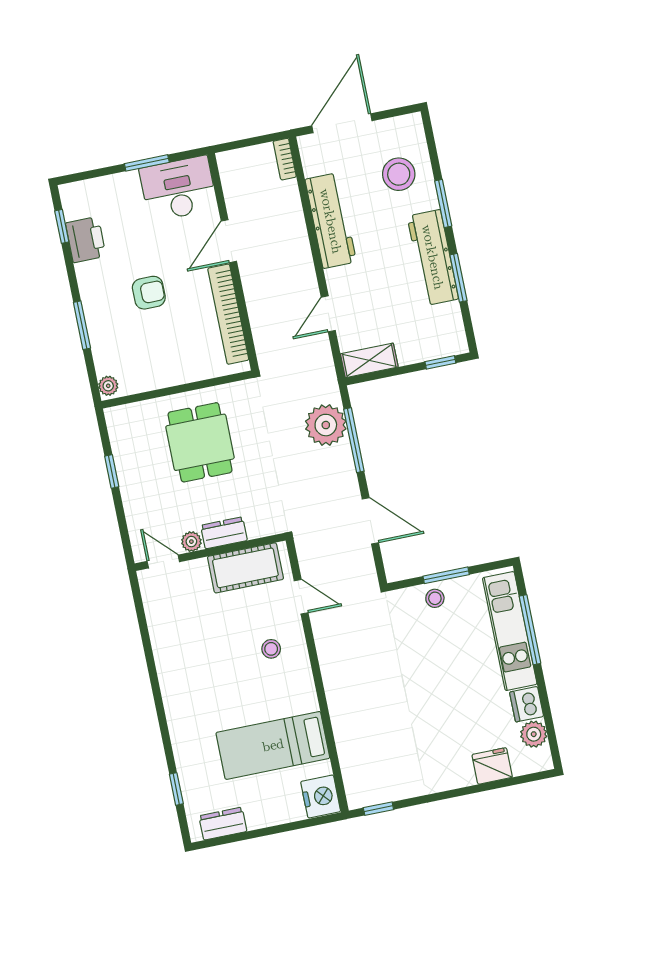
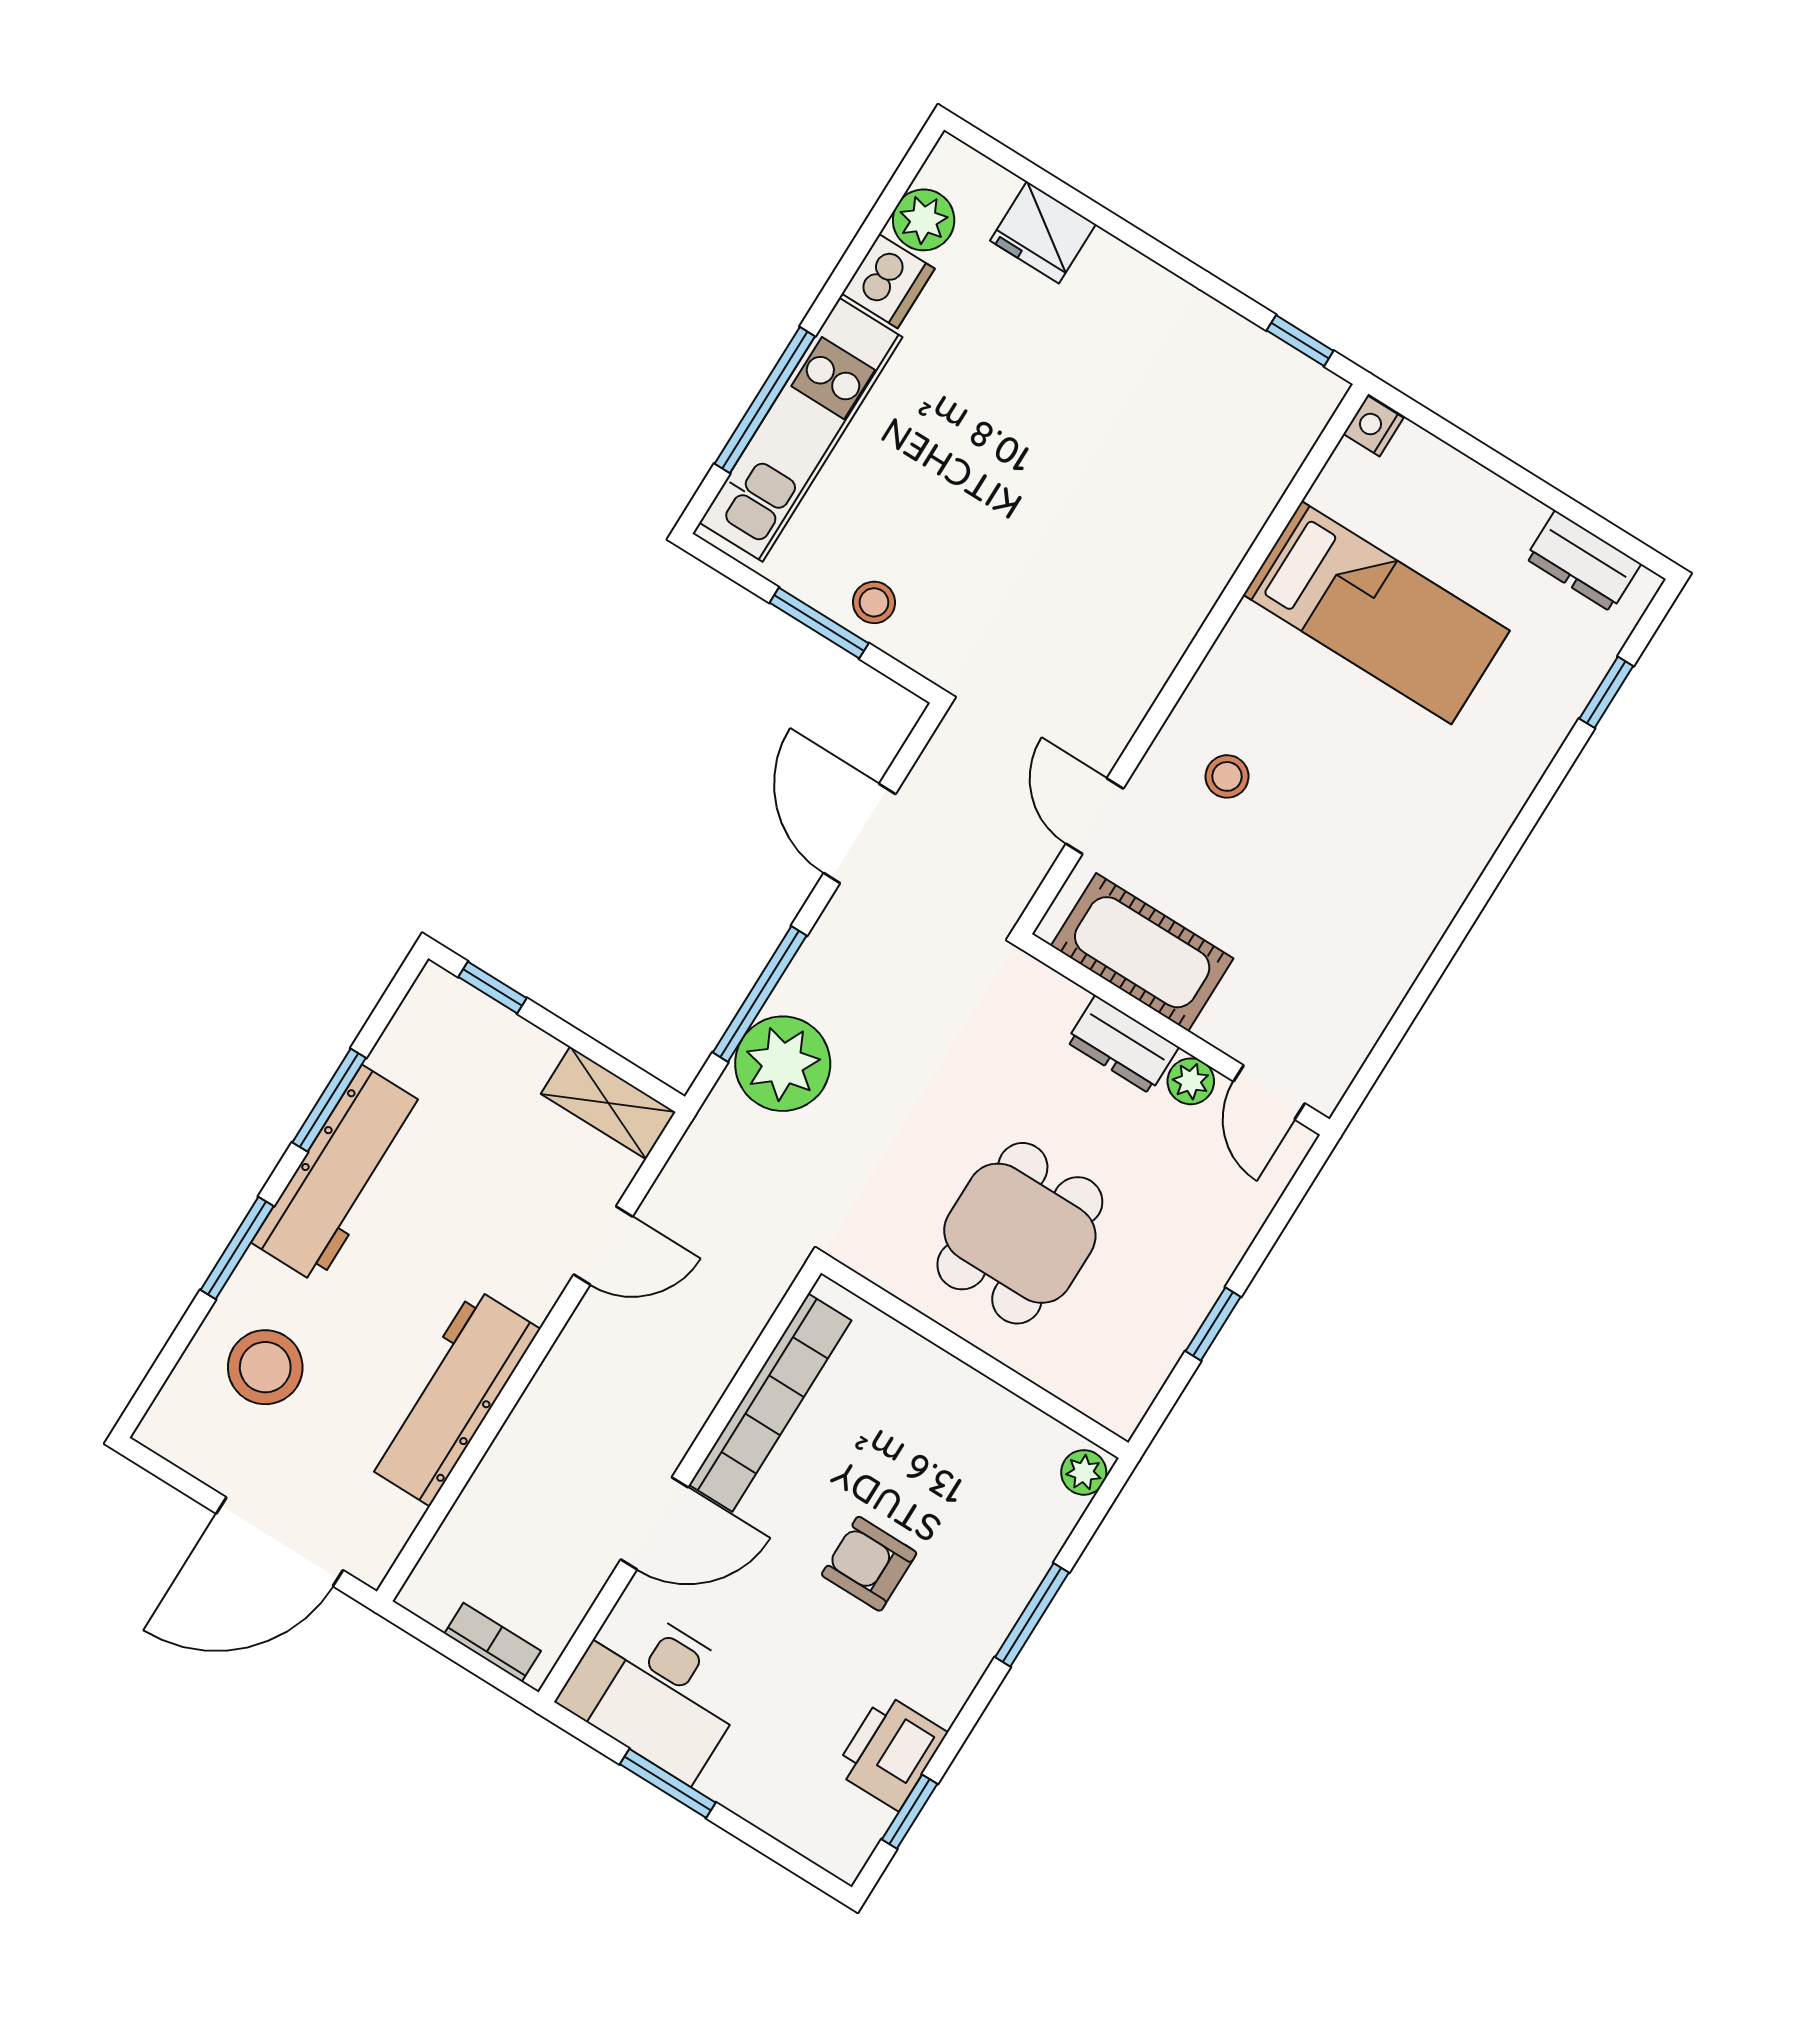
bookcase: (285, 159) -> (493, 1642), moved, turned -90
nightstand: (321, 796) -> (1373, 426), width x0.53, depth x0.56

